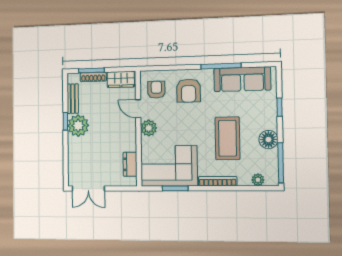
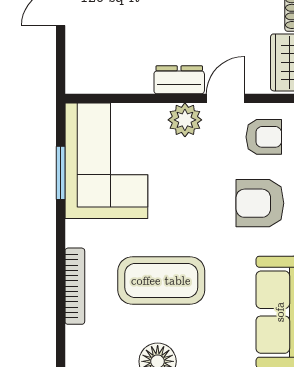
dresser: (130, 164) -> (179, 80), moved
plant: (258, 180) -> (77, 339), removed
bookcase: (218, 181) -> (75, 286), moved

